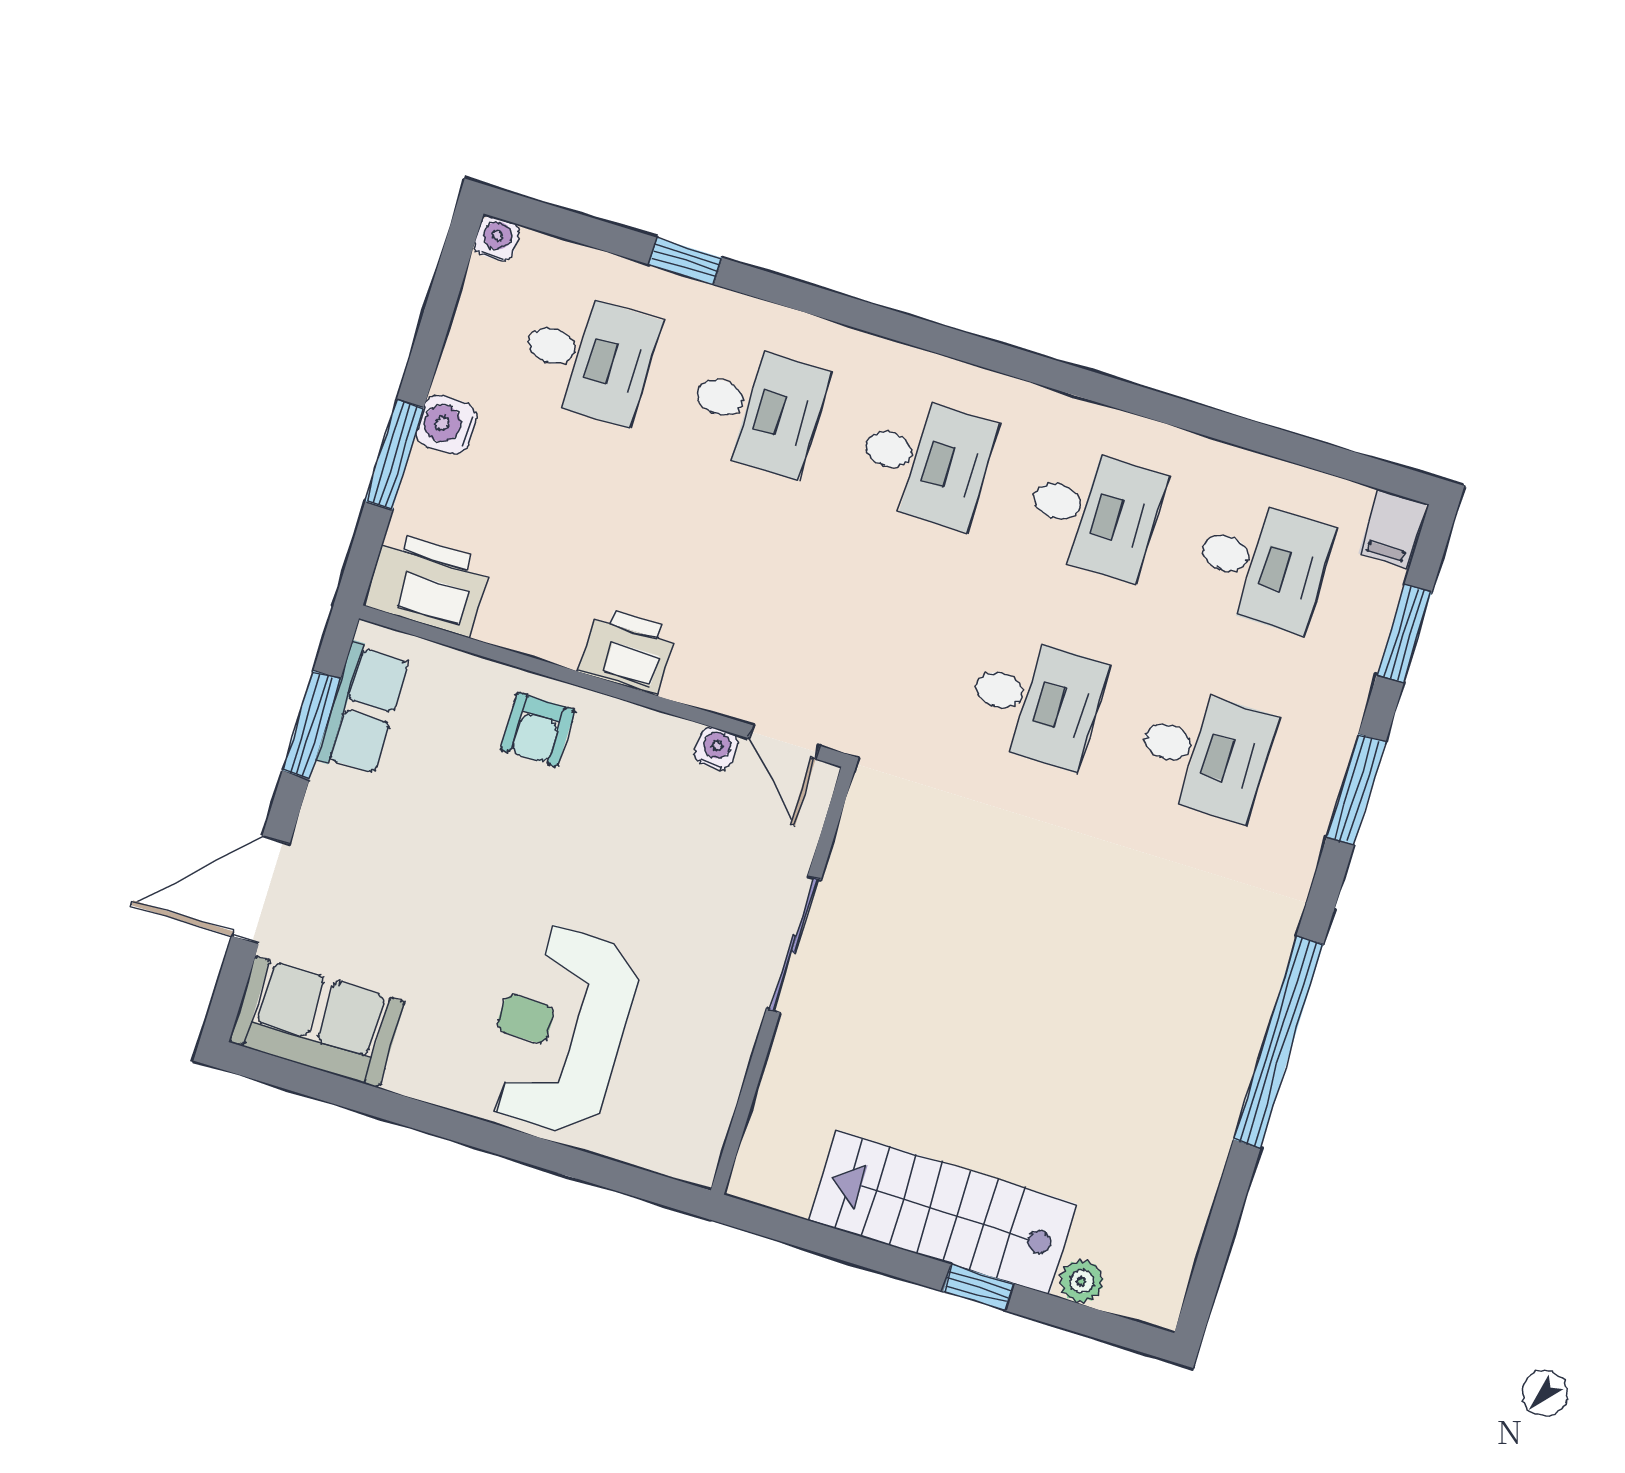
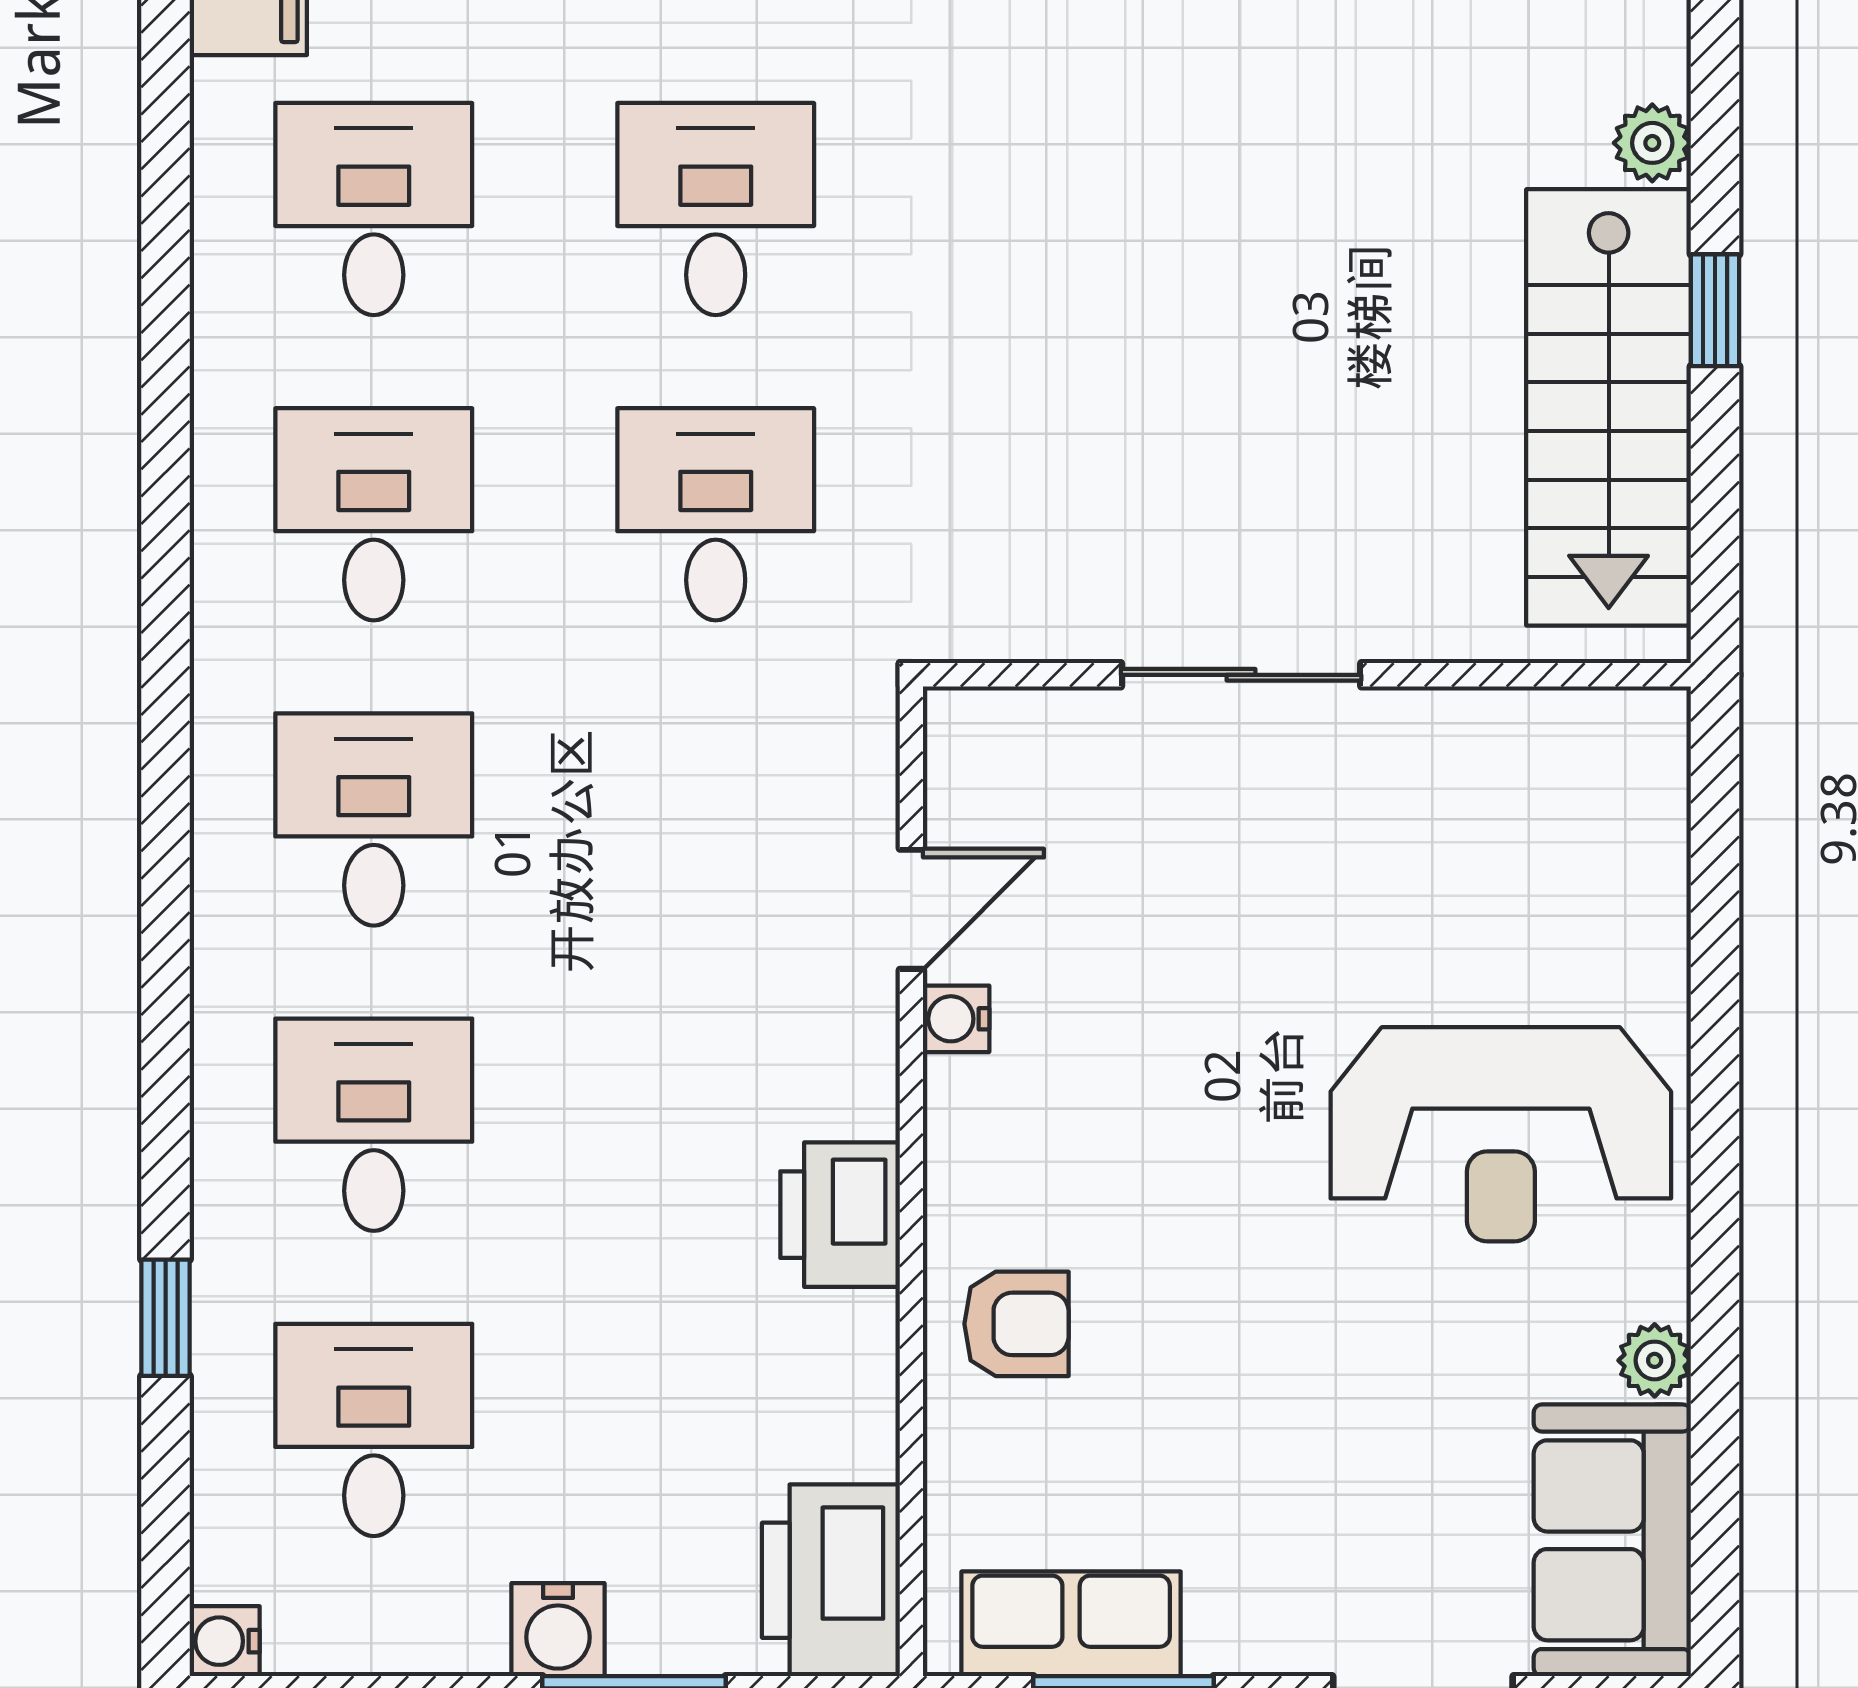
sliding door: (794, 944) -> (1241, 675), moved
wall: (783, 981) -> (1307, 675), moved
plant: (409, 1076) -> (1655, 1360), added

